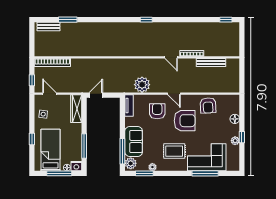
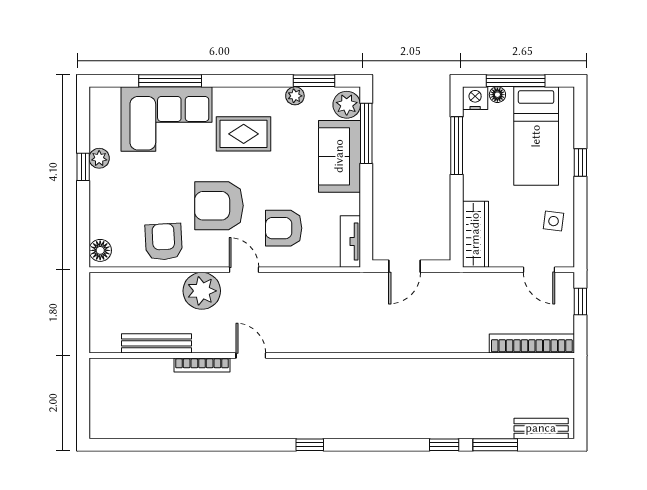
window: (226, 20) -> (444, 445), moved
plant: (142, 85) -> (202, 291), moved
door: (96, 95) -> (405, 266), moved
armchair: (157, 111) -> (284, 228), turned 90
floor lamp: (235, 119) -> (100, 250), moved

